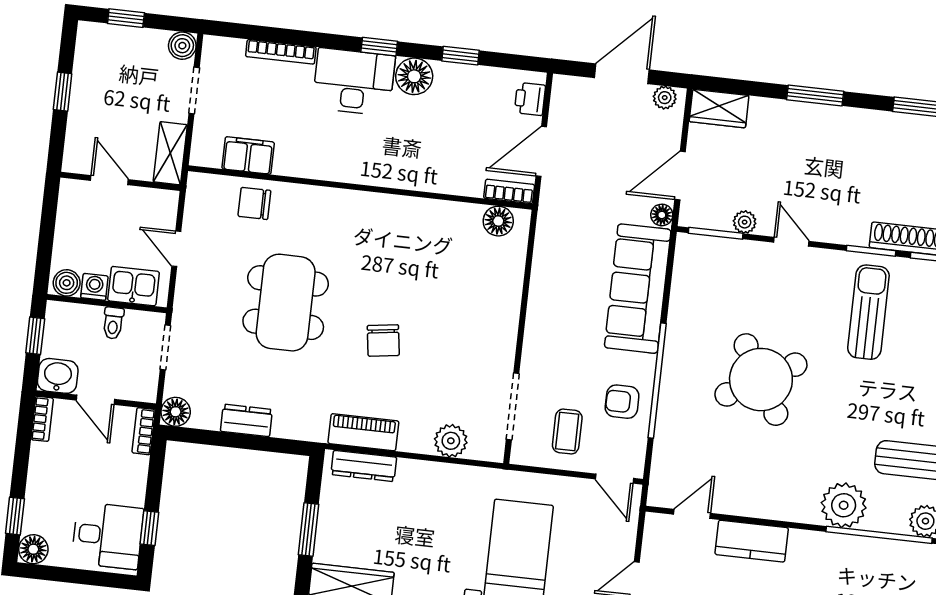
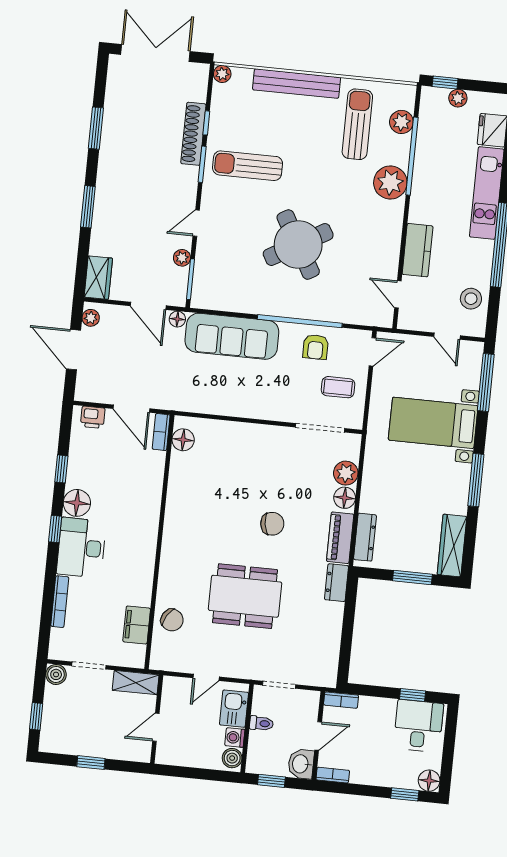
chair: (254, 203) -> (172, 620), turned -59
floor lamp: (176, 412) -> (345, 498), moved
dresser: (246, 420) -> (337, 583), moved

